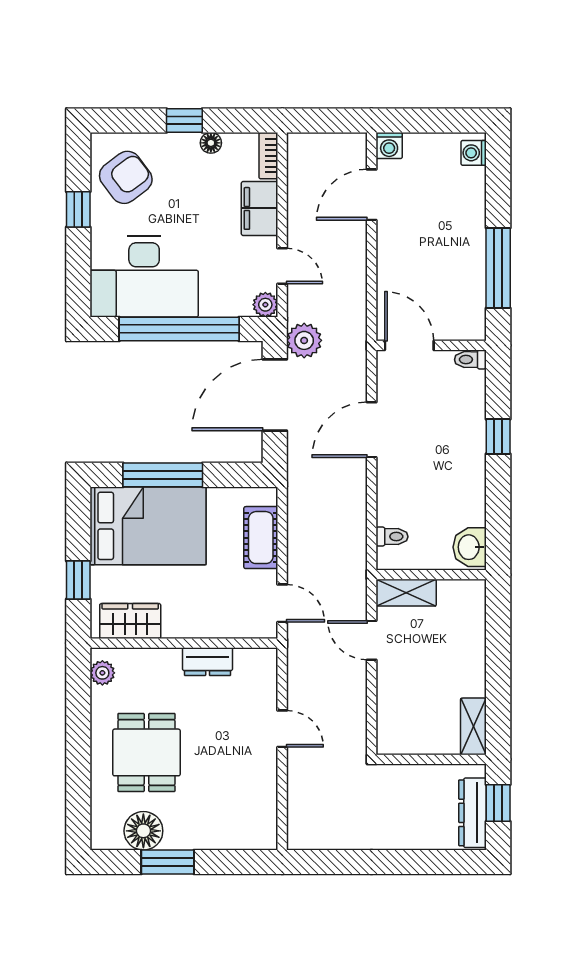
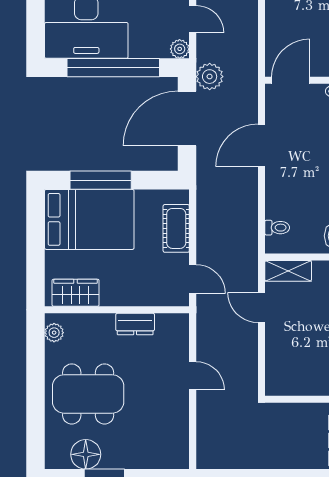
door: (409, 345) -> (291, 80), hinge flipped
window: (78, 580) -> (36, 261), removed
dining table: (146, 752) -> (88, 394), width x1.38

